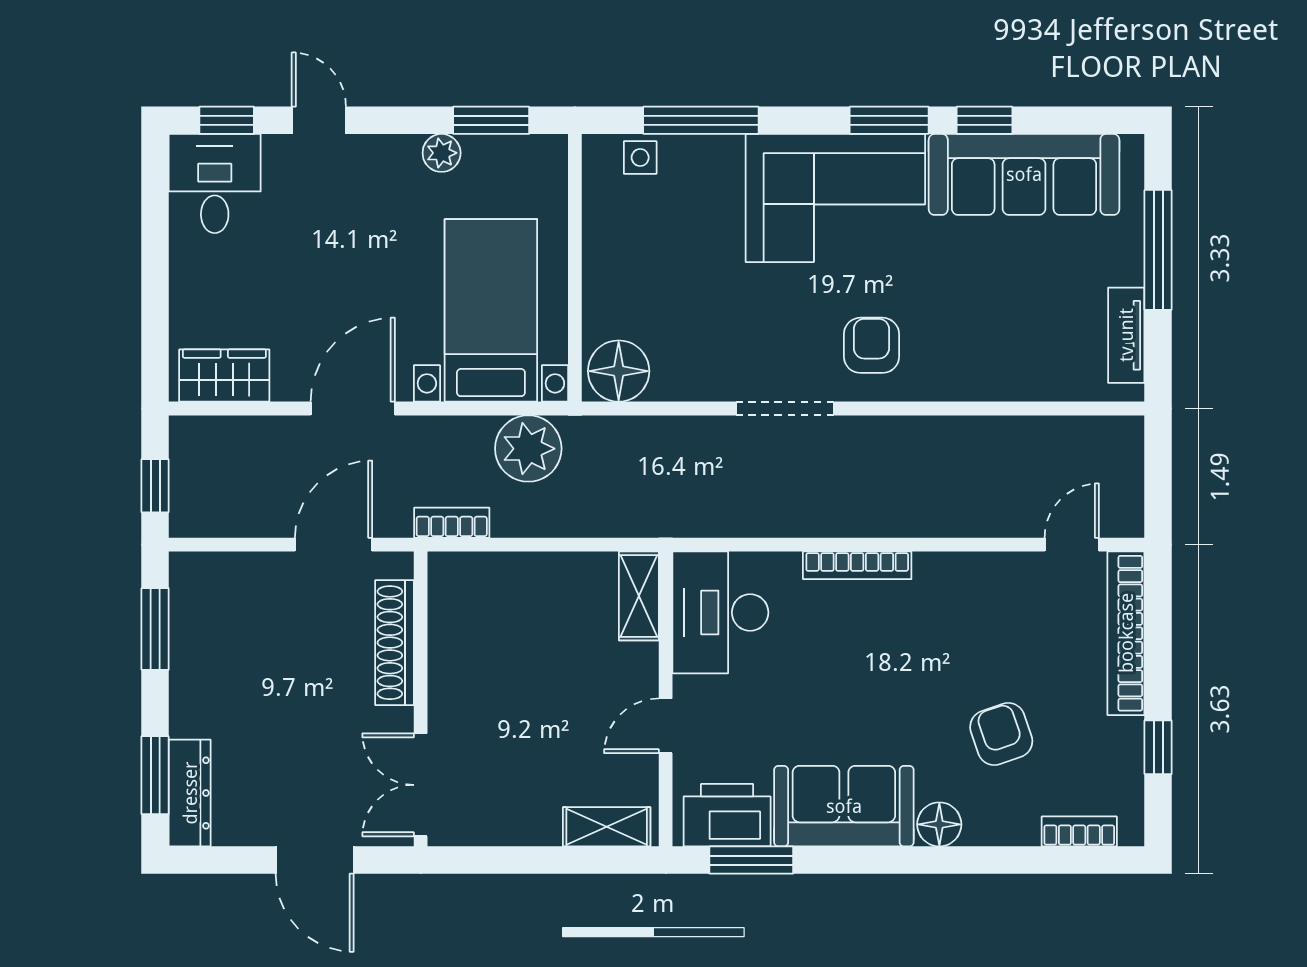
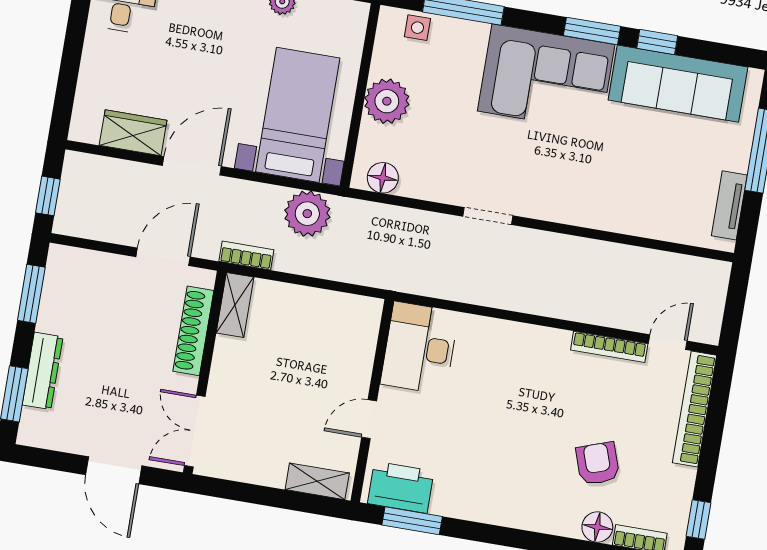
plant: (614, 270) -> (387, 101), added
armchair: (871, 345) -> (554, 183), removed
floor lamp: (619, 371) -> (383, 178), width x0.73, depth x0.73
wardrobe: (224, 376) -> (133, 133), moved
doorway: (785, 409) -> (488, 216), width x0.73
bookcase: (857, 565) -> (609, 347), moved
shelving: (639, 596) -> (235, 305), moved
window: (1158, 747) -> (698, 519), moved
dresser: (190, 793) -> (43, 371), moved
sofa: (844, 806) -> (482, 495), removed
floor lamp: (939, 824) -> (597, 527), moved

